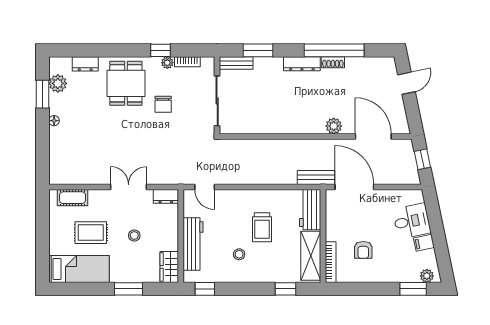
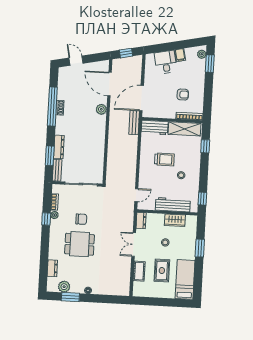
dresser: (302, 64) -> (59, 147), moved
dining table: (126, 83) -> (80, 244), moved
door: (373, 136) -> (109, 84), hinge flipped
cot: (73, 198) -> (139, 271), moved
wardrobe: (169, 267) -> (175, 220), moved

